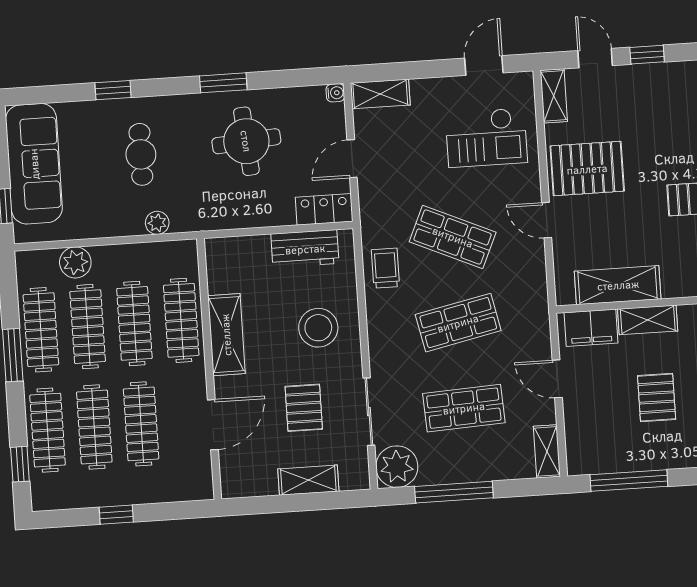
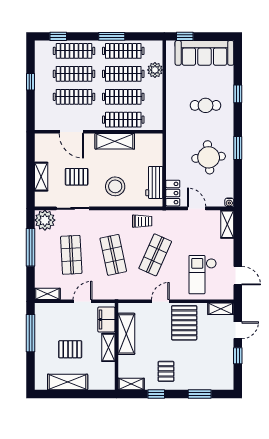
plant: (157, 223) -> (172, 111), removed

